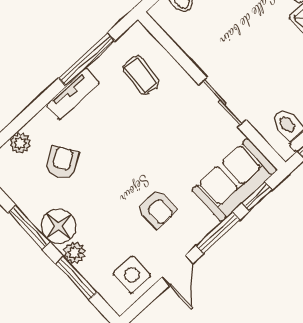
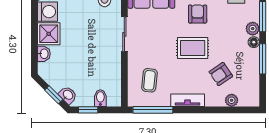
window: (87, 60) -> (153, 110), moved
rug: (125, 162) -> (193, 48), added
floor lamp: (59, 226) -> (254, 42), width x0.53, depth x0.53

